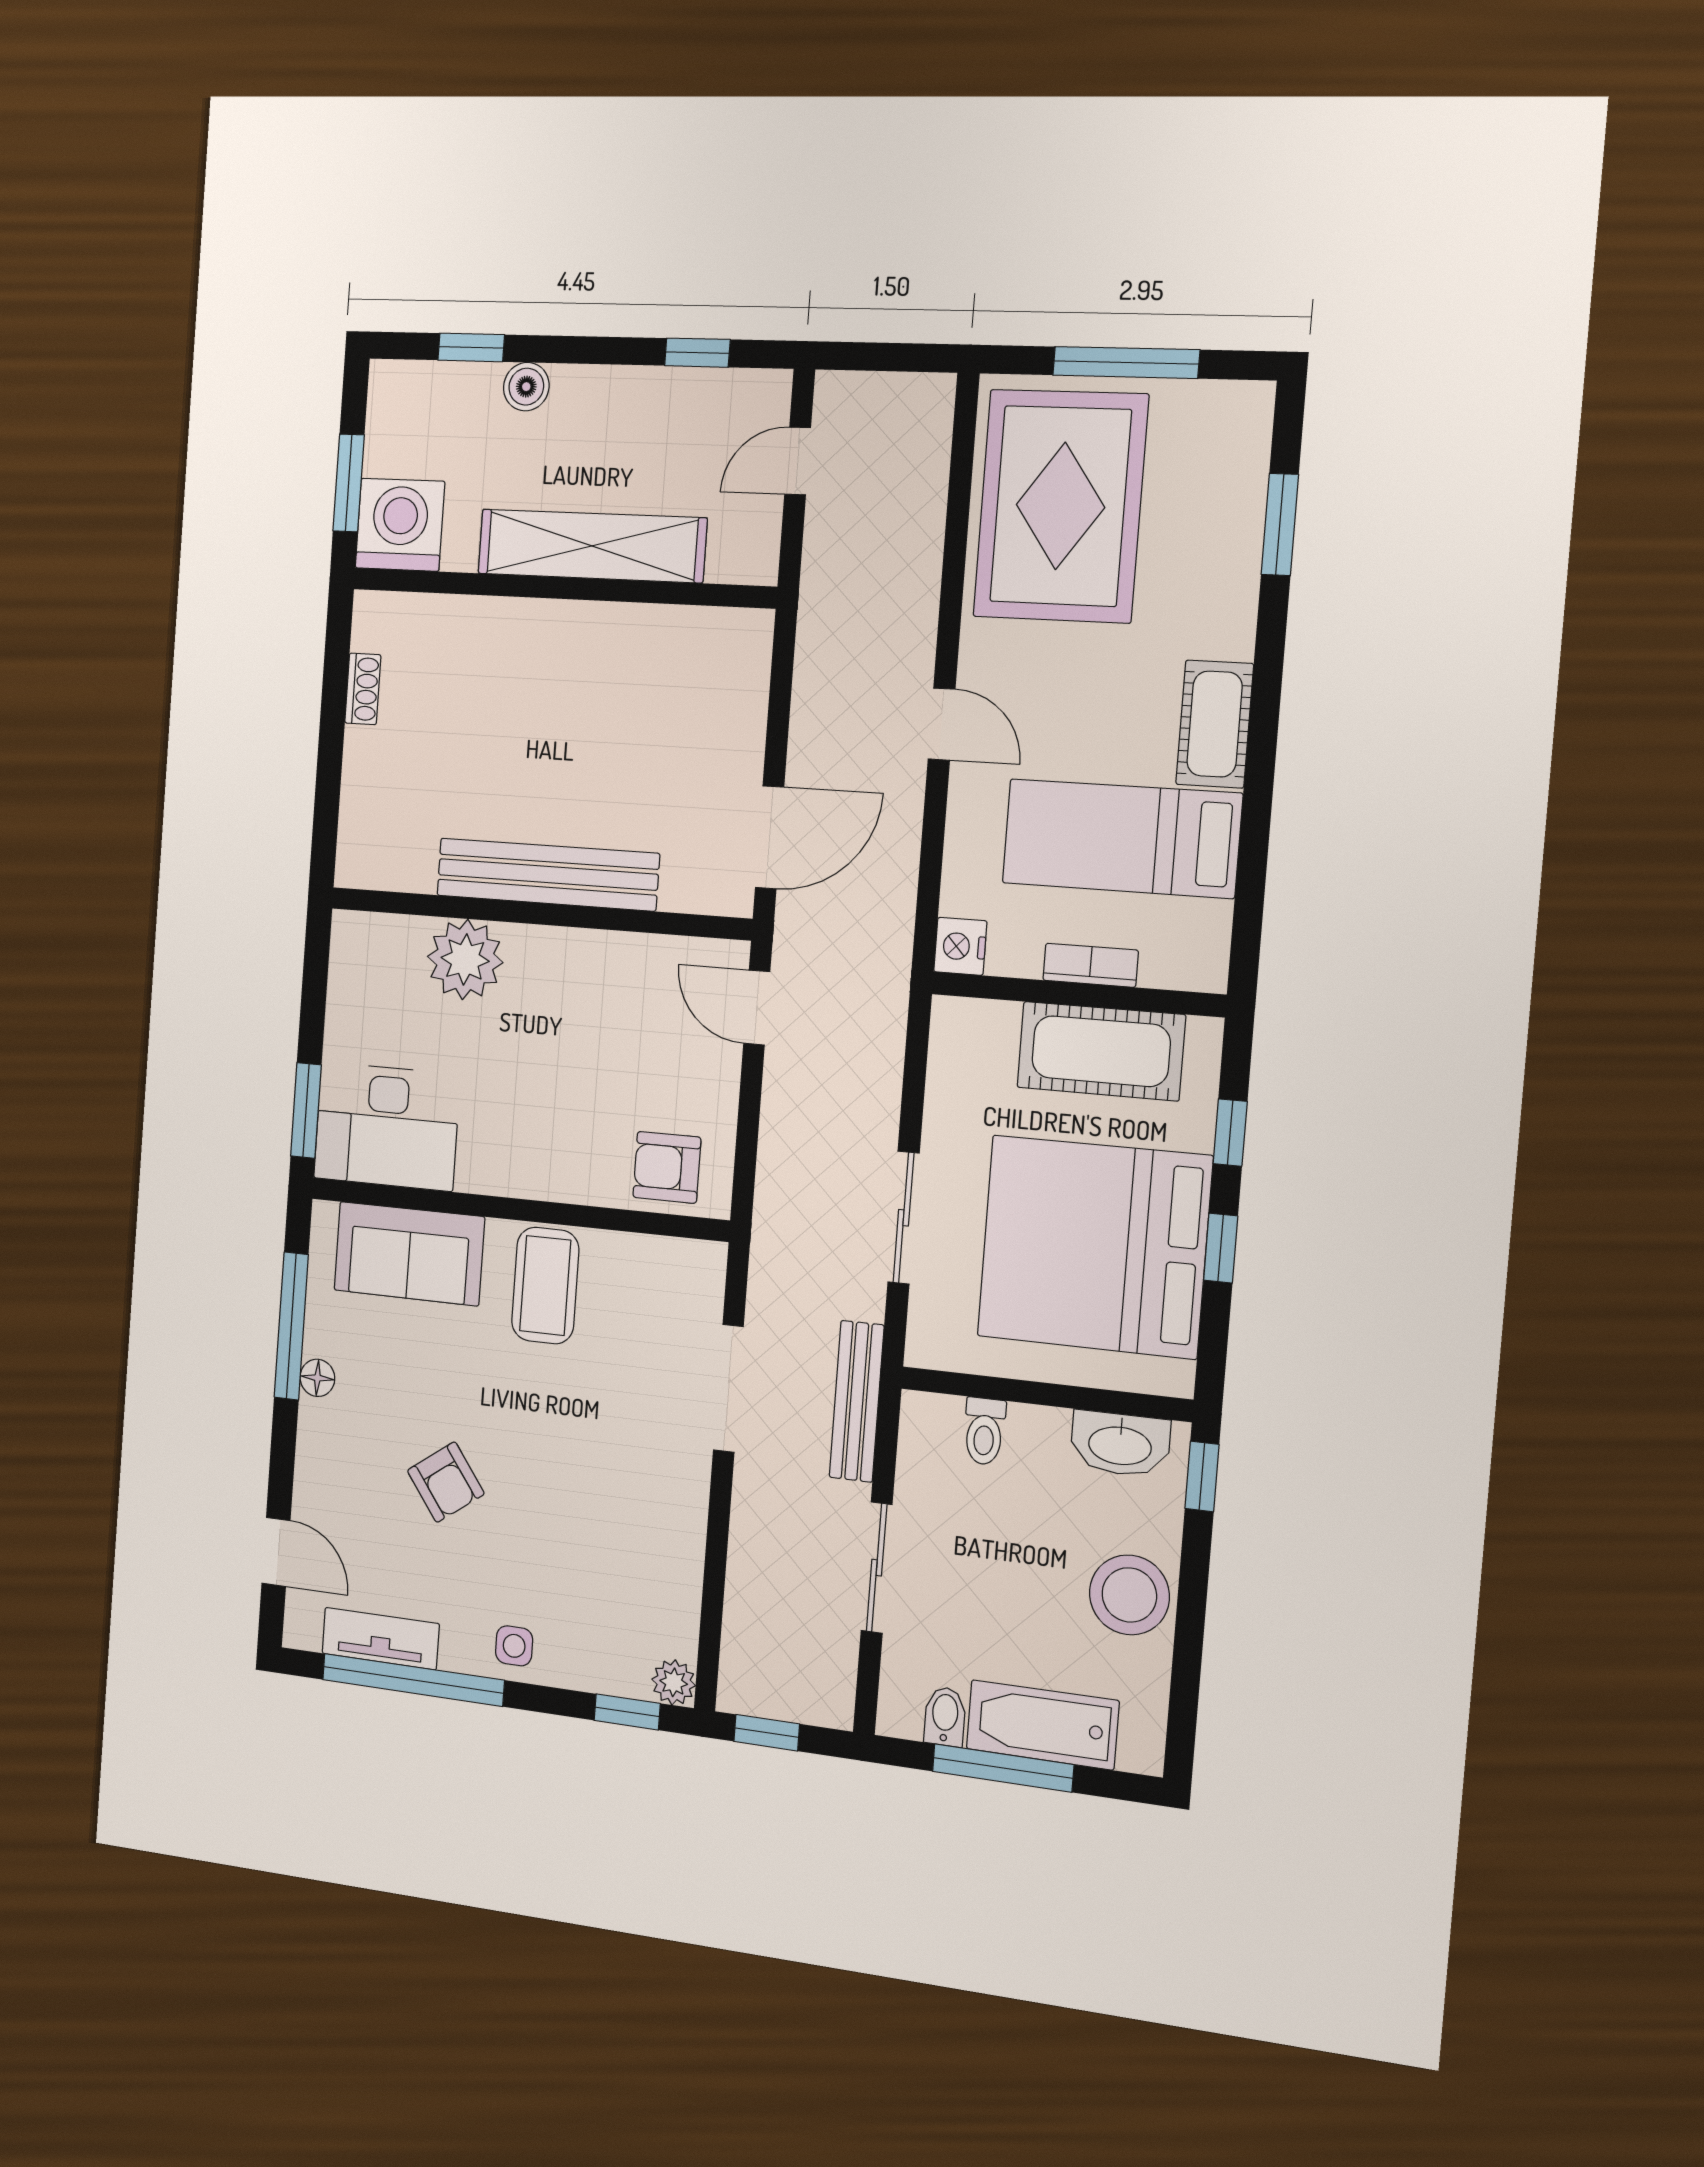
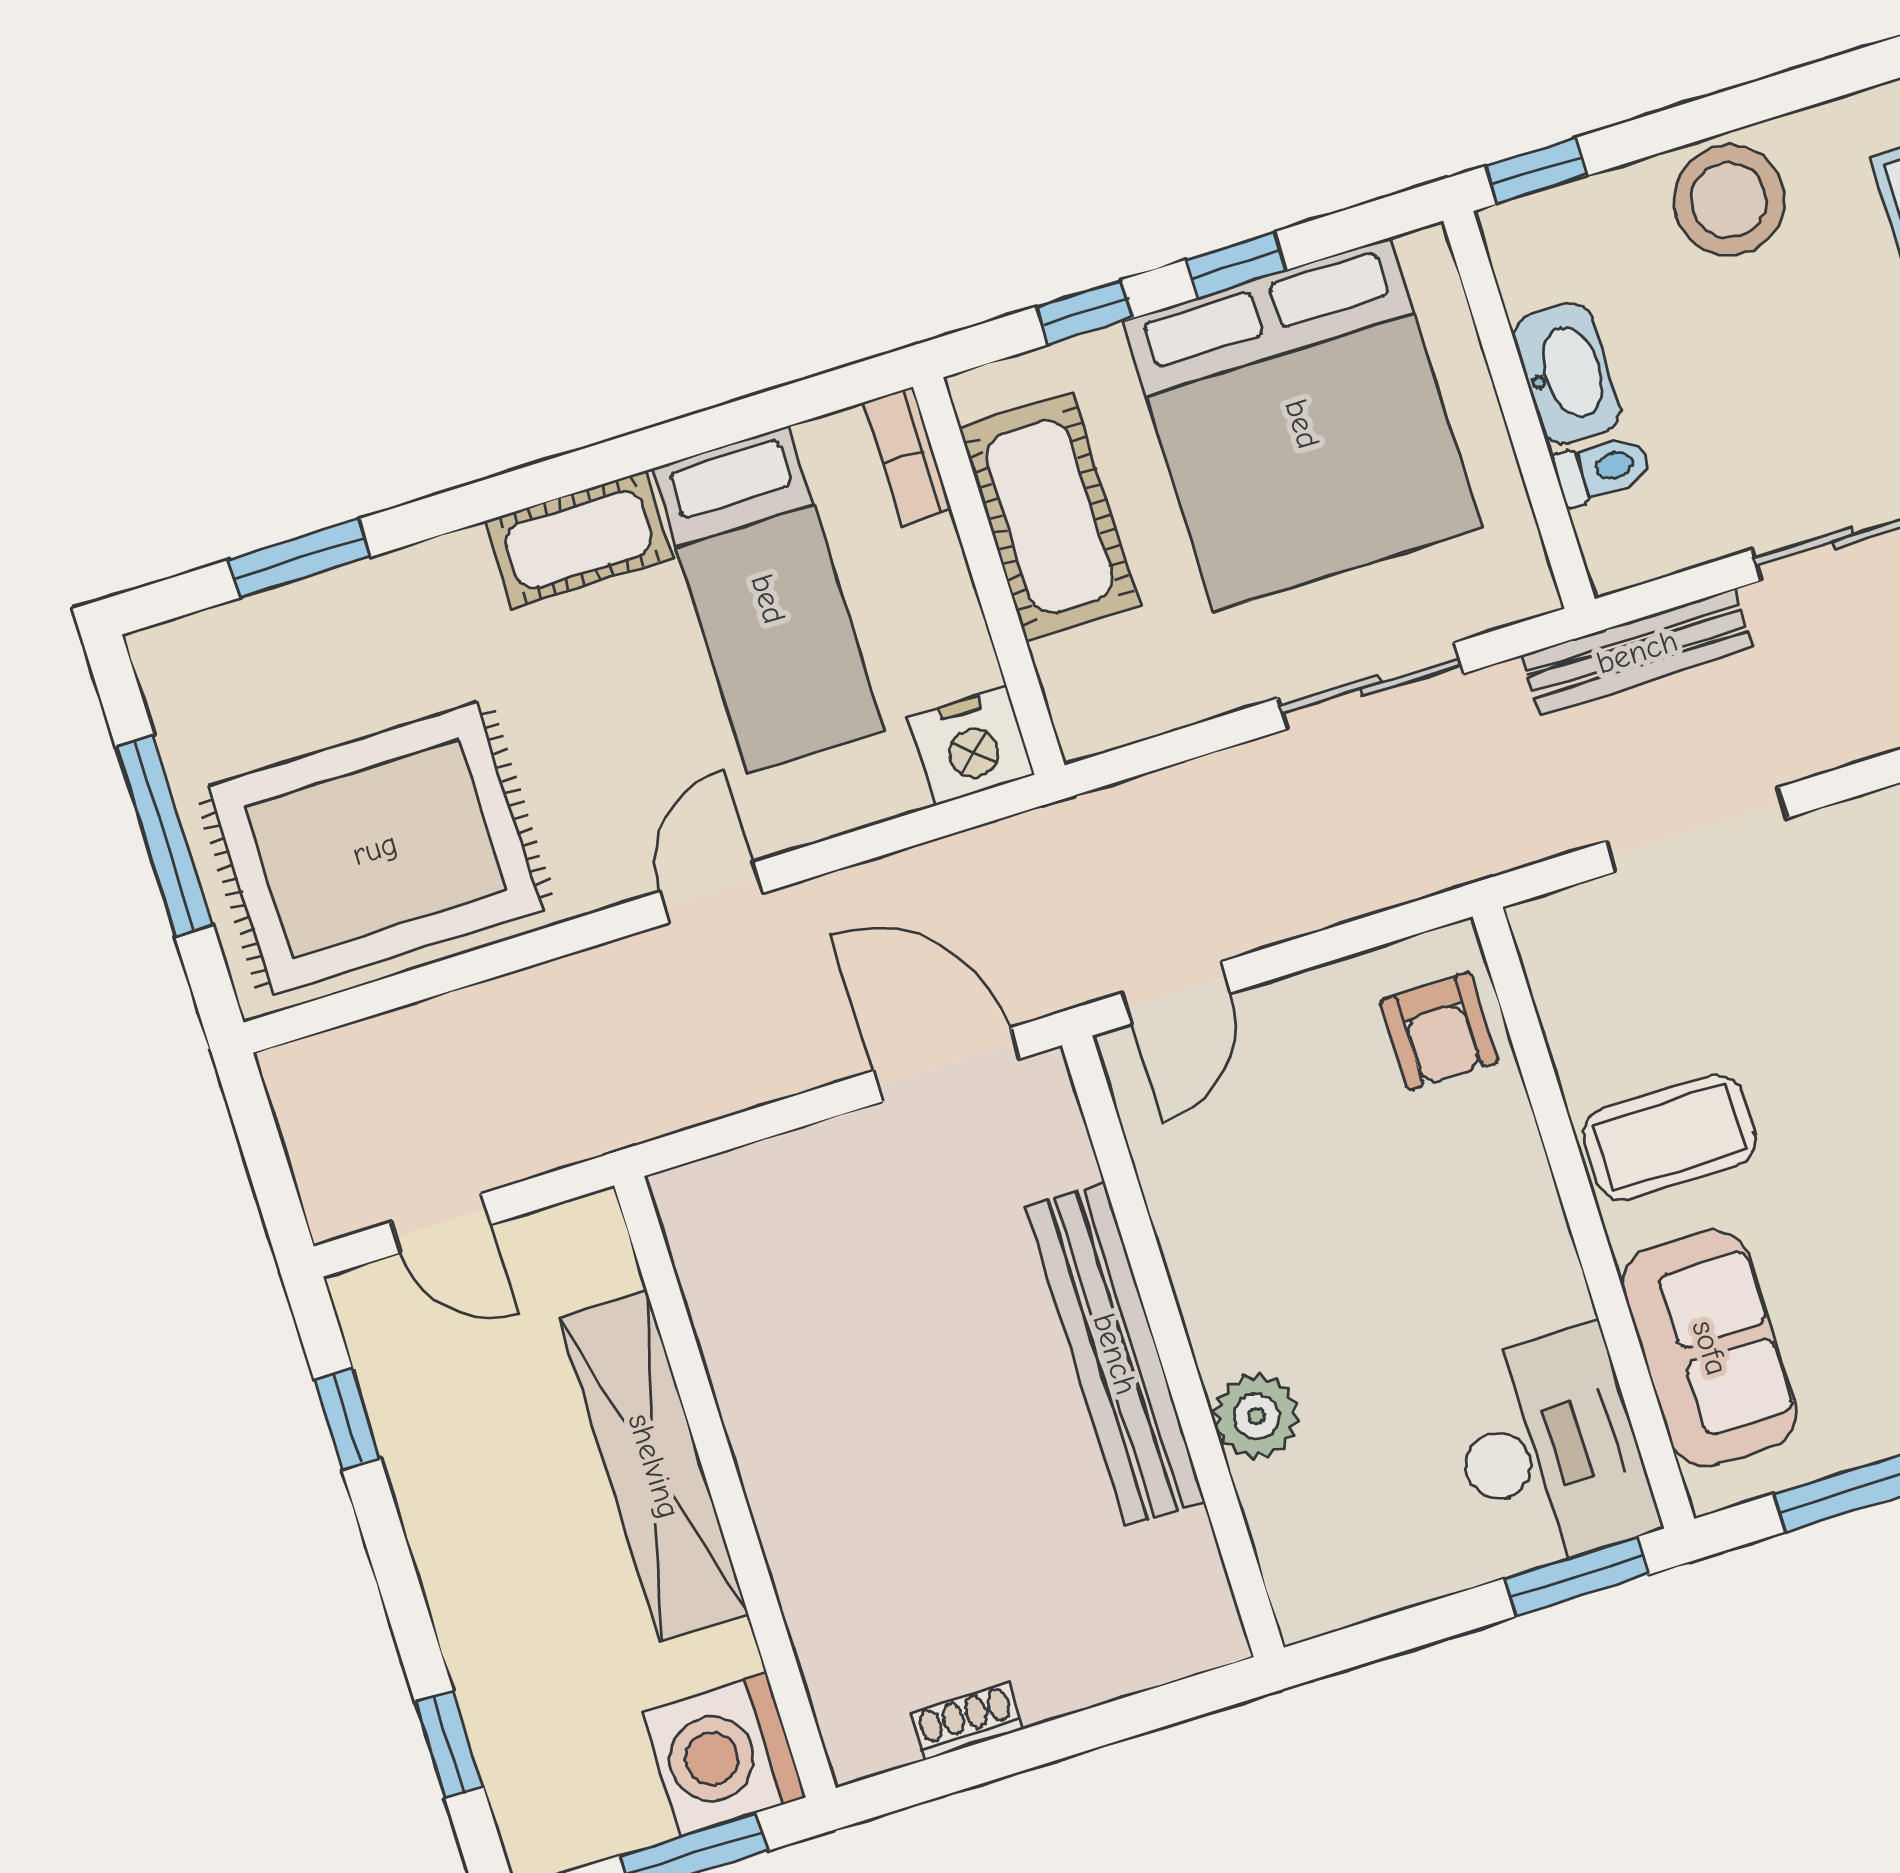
boiler: (526, 387) -> (474, 1644), removed
nightstand: (960, 946) -> (972, 746), width x1.36, depth x1.33
plant: (465, 959) -> (1256, 1416), width x0.73, depth x0.73
bookcase: (1091, 965) -> (908, 455), moved
washbasin: (1120, 1444) -> (1567, 374), moved

